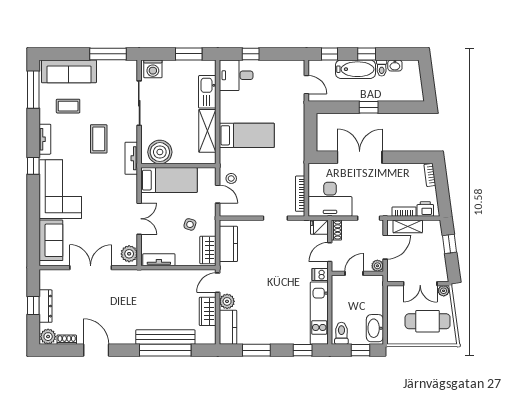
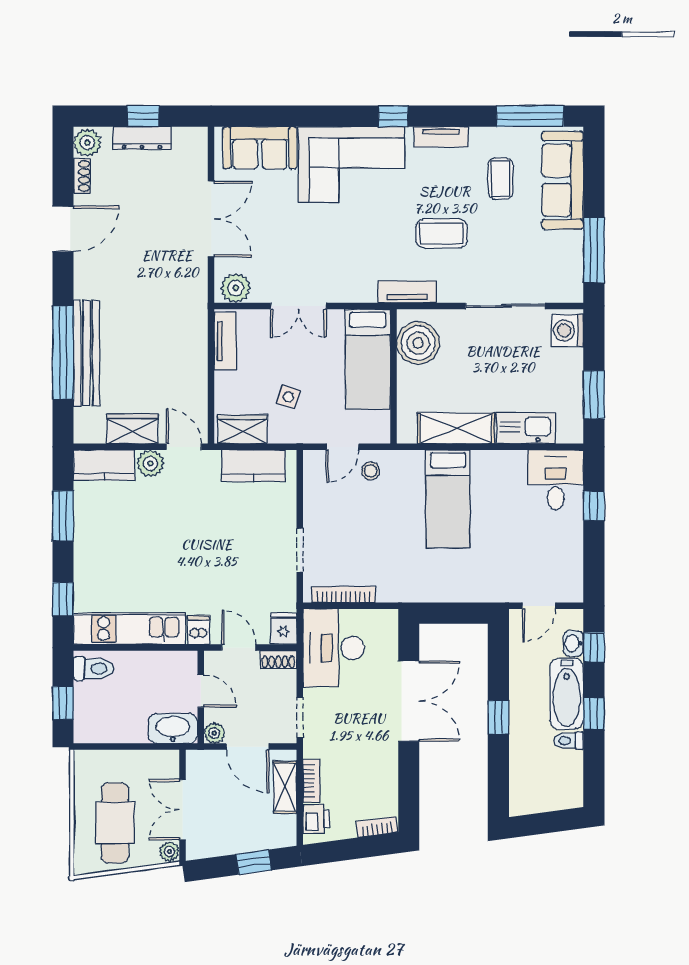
washbasin: (395, 65) -> (573, 643), moved
washbasin: (375, 328) -> (173, 728), moved

